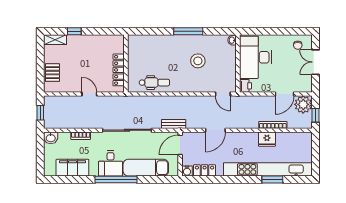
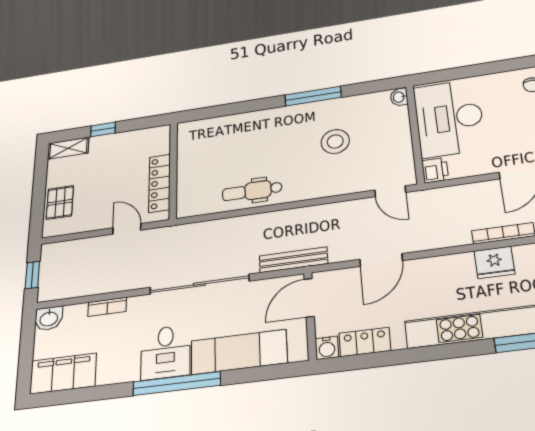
wall: (126, 63) -> (173, 170), moved
locker: (119, 70) -> (160, 183), moved
dental chair: (154, 83) -> (252, 191), turned 180
bench: (174, 124) -> (293, 260), width x1.36
filing cabinet: (72, 168) -> (63, 374), moved

